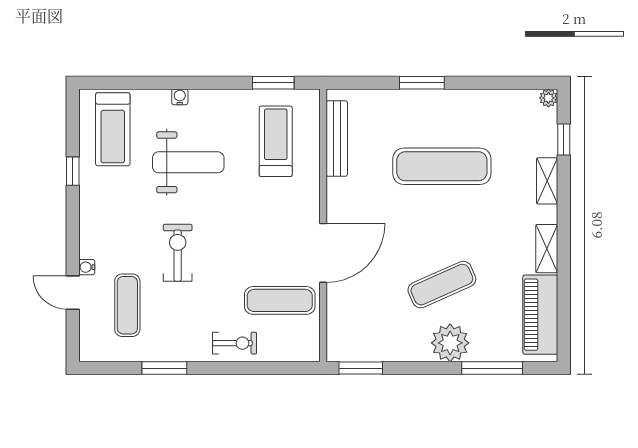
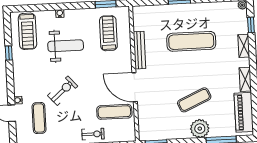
bench: (337, 139) -> (140, 50), moved
exercise bike: (178, 253) -> (63, 91), turned 49
door: (323, 253) -> (135, 87), swing flipped

